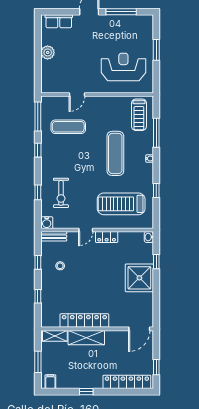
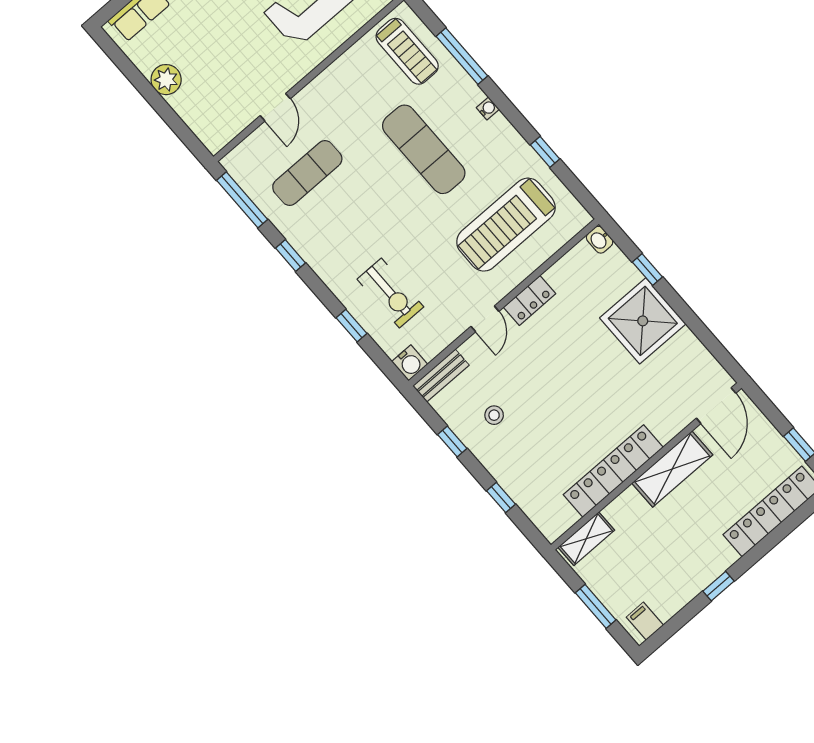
shelving: (86, 338) -> (672, 469), moved

